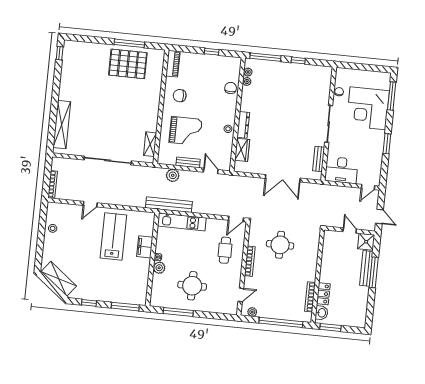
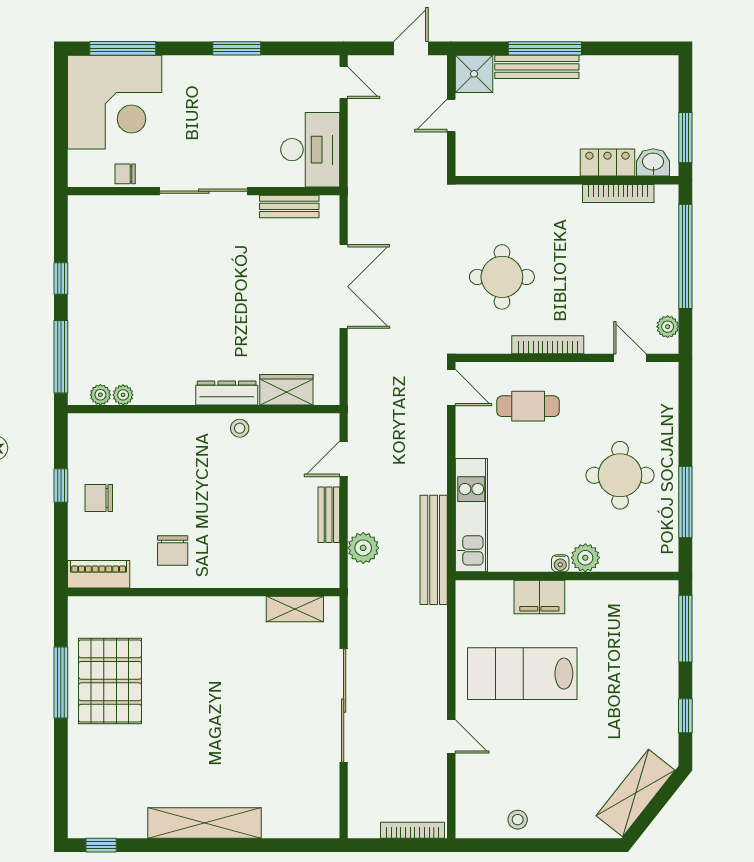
chair: (231, 88) -> (99, 498), moved
corner desk: (368, 108) -> (115, 102), moved
shelving: (62, 125) -> (205, 823), moved
grand piano: (186, 131) -> (255, 528), removed

